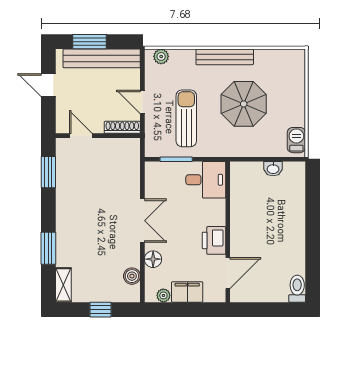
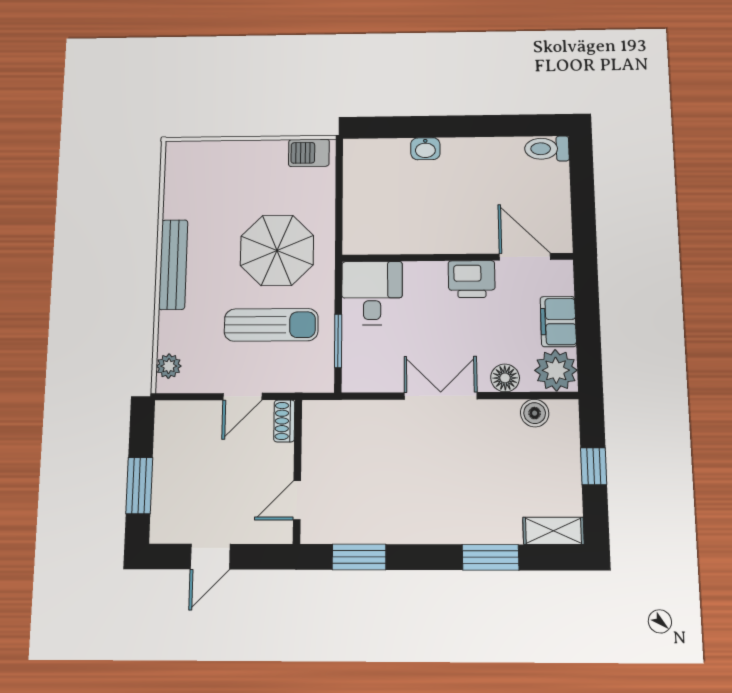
bench: (102, 58) -> (168, 465), removed
parasol: (244, 104) -> (277, 250), moved
sun lounger: (186, 118) -> (271, 325), turned 180
shoe rack: (122, 127) -> (284, 421), width x0.70
washbasin: (273, 169) -> (425, 149), moved, turned 90
plant: (163, 295) -> (556, 370), width x1.88, depth x1.88

